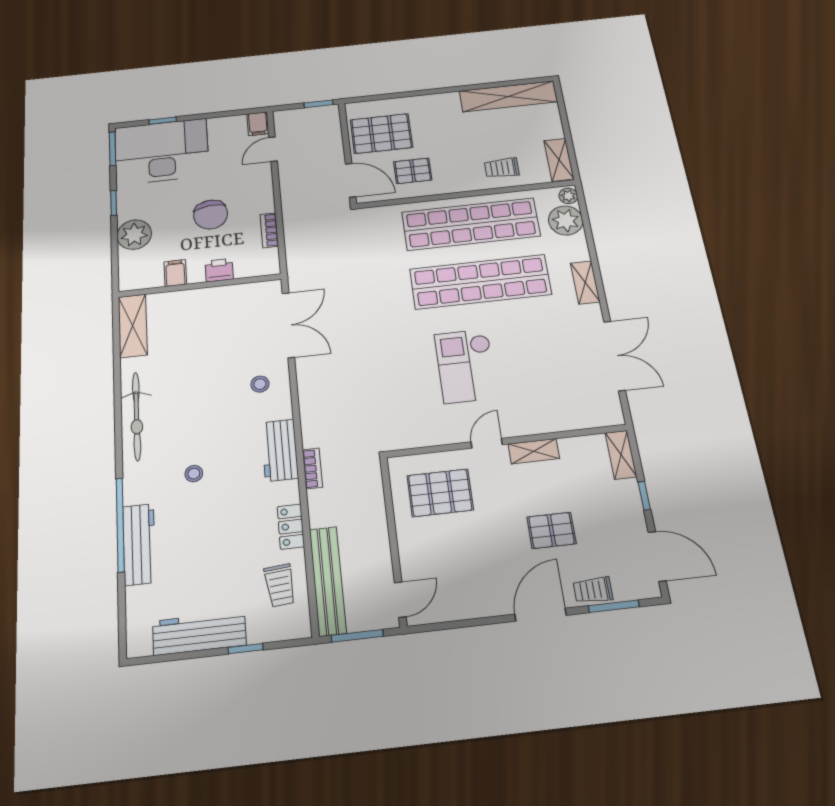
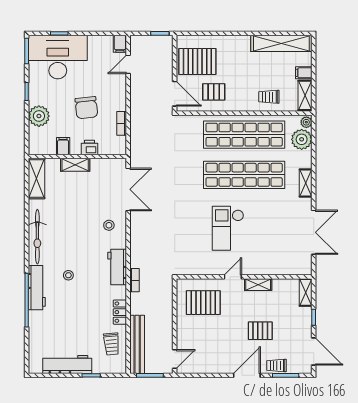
filing cabinet: (551, 130) -> (304, 73), added
shelving: (197, 298) -> (75, 165), added
workbench: (139, 544) -> (37, 288), moved

